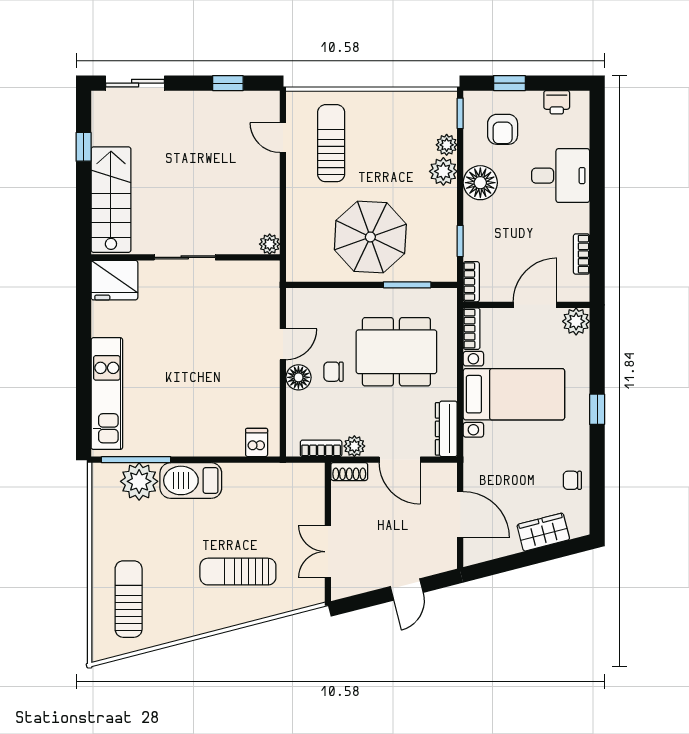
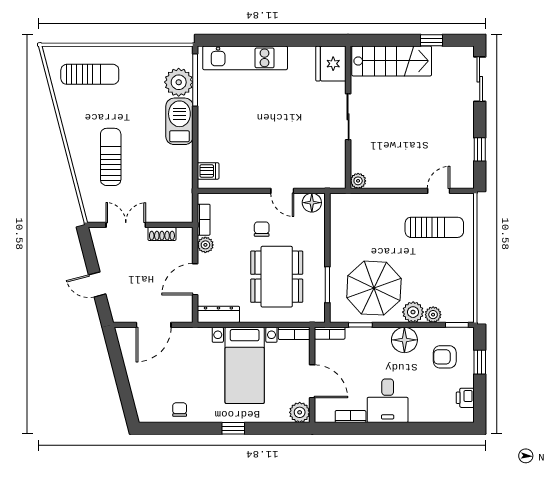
desk: (561, 176) -> (388, 401), moved
parasol: (370, 237) -> (374, 288), moved
floor lamp: (298, 377) -> (312, 203), moved
shoe rack: (349, 472) -> (162, 234), moved, turned -90
wardrobe: (543, 532) -> (140, 388), removed

